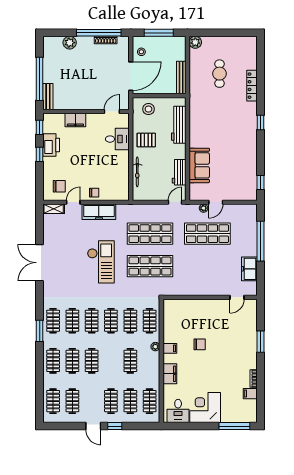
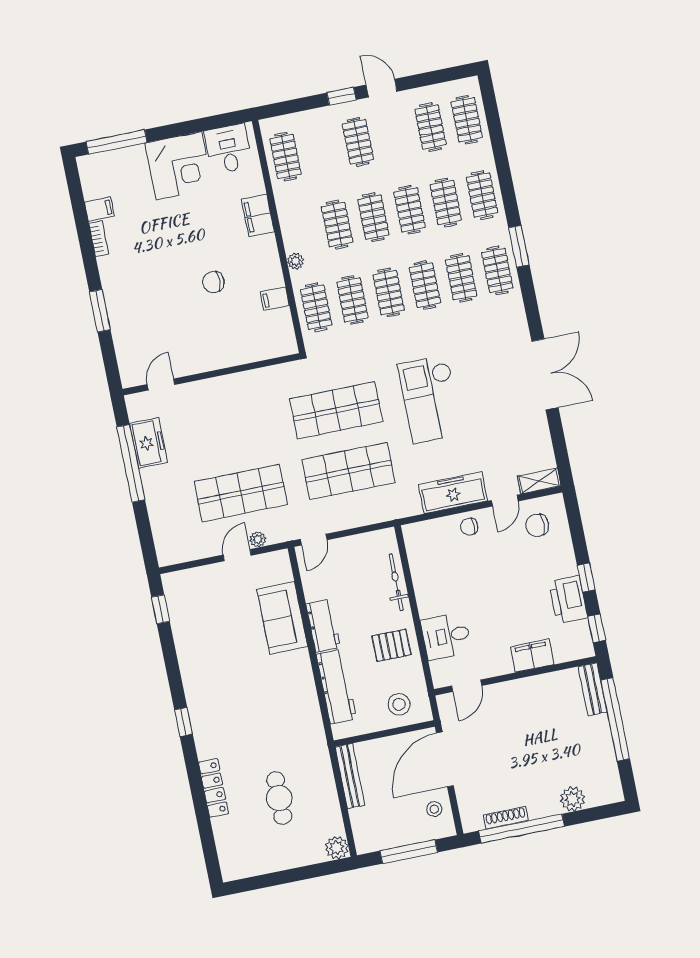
workbench: (179, 172) -> (323, 626), moved
window: (261, 241) -> (131, 463), moved
filing cabinet: (170, 348) -> (275, 299), moved
clothes rail: (130, 401) -> (373, 217), moved

